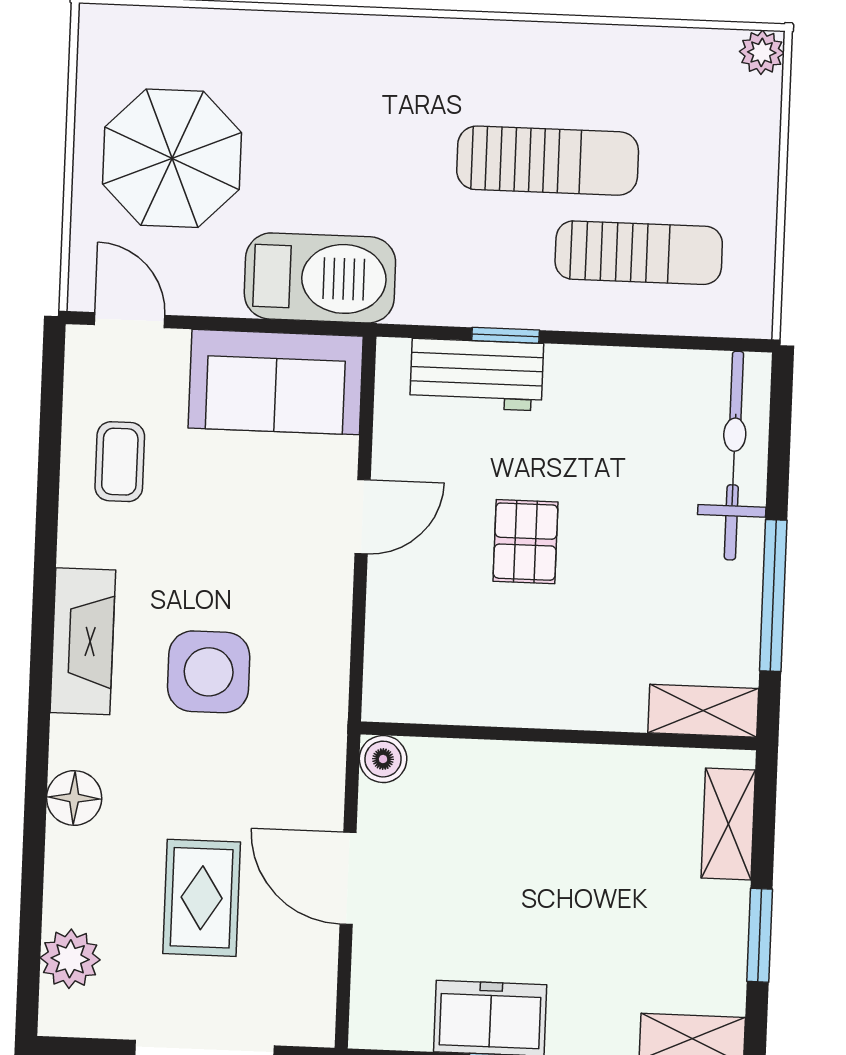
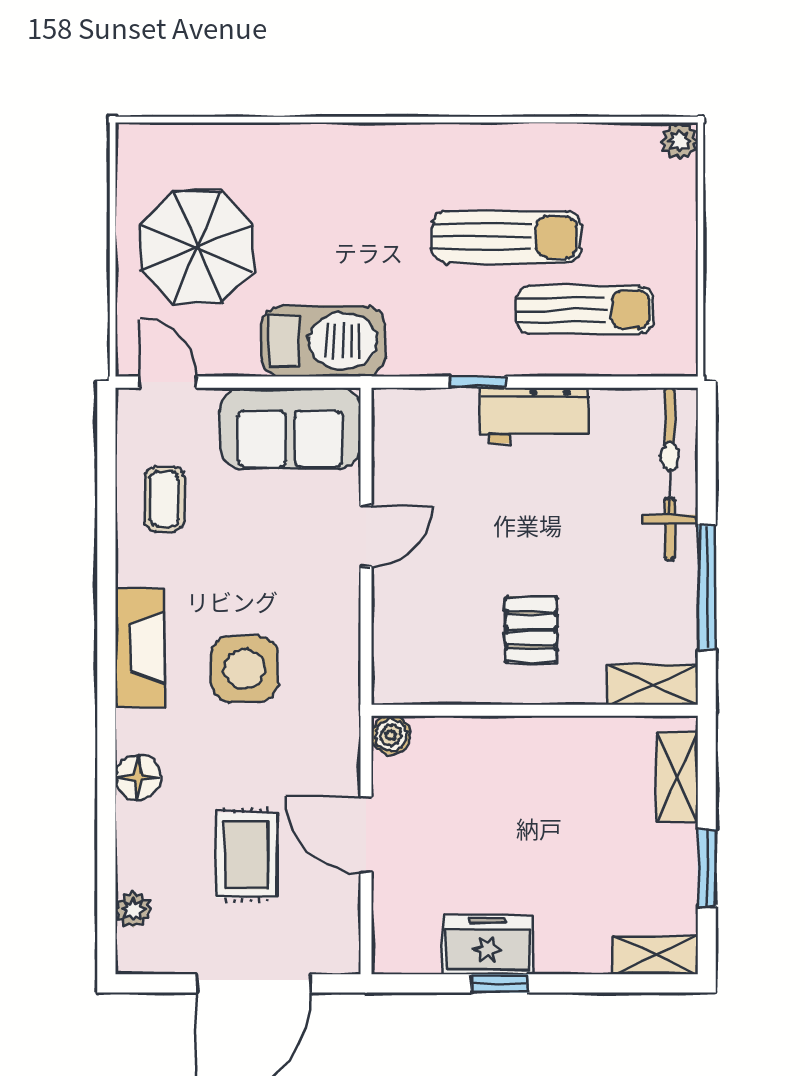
workbench: (477, 375) -> (534, 415), moved
pallet: (526, 542) -> (531, 630), moved
plant: (70, 959) -> (133, 910), width x0.73, depth x0.73

